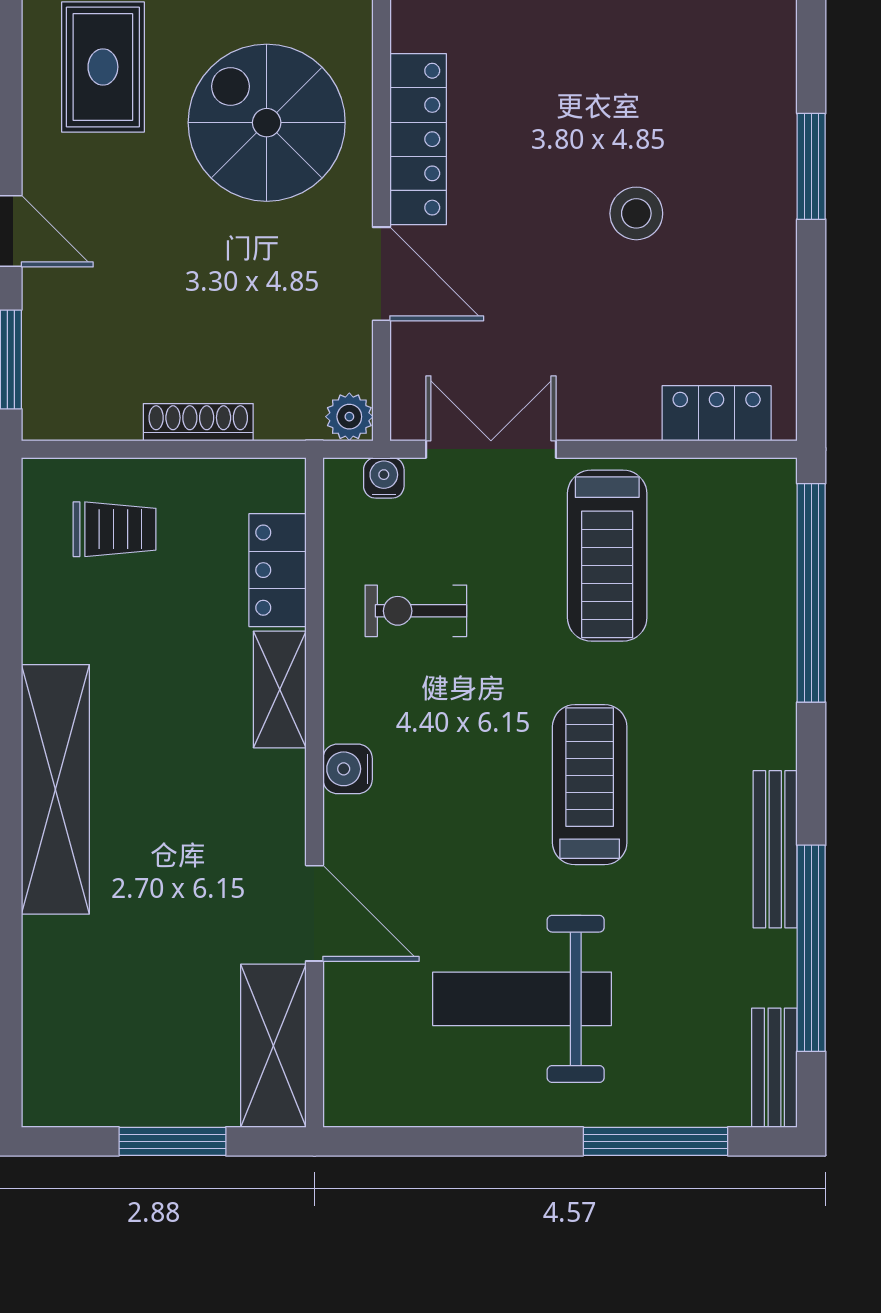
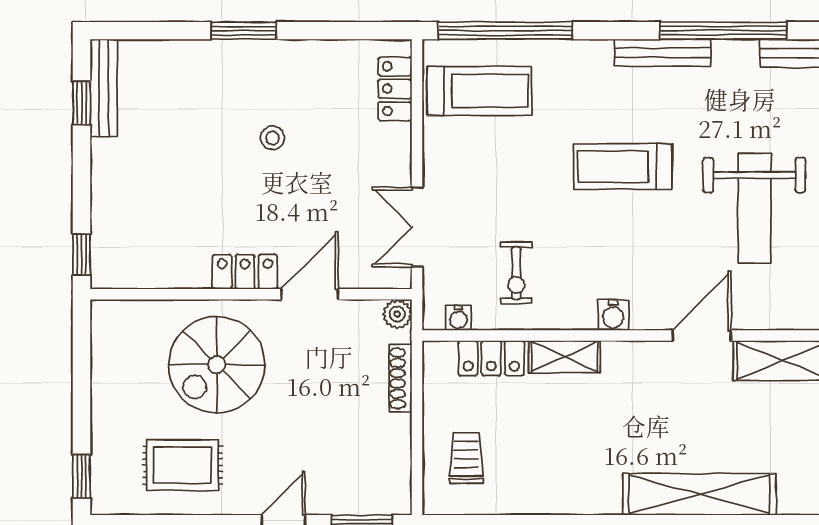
locker: (418, 139) -> (245, 272), width x0.66
stool: (636, 213) -> (272, 138), width x0.73, depth x0.73
shoe rack: (198, 422) -> (401, 378), moved
water cooler: (384, 478) -> (458, 318), moved, turned -90
treadmill: (607, 556) -> (480, 91), moved
shelving: (55, 789) -> (699, 494), moved

